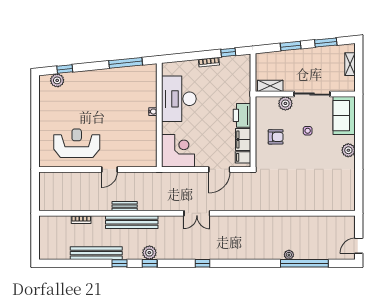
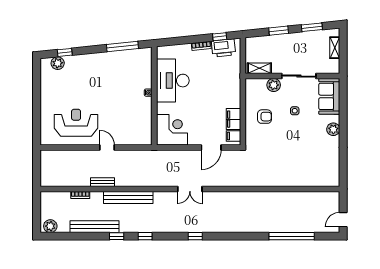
printer: (242, 115) -> (223, 48), moved, turned -96
door: (109, 169) -> (107, 147), swing flipped
bench: (125, 206) -> (102, 182), moved
plant: (149, 253) -> (50, 226), moved
plant: (289, 255) -> (277, 228), removed

